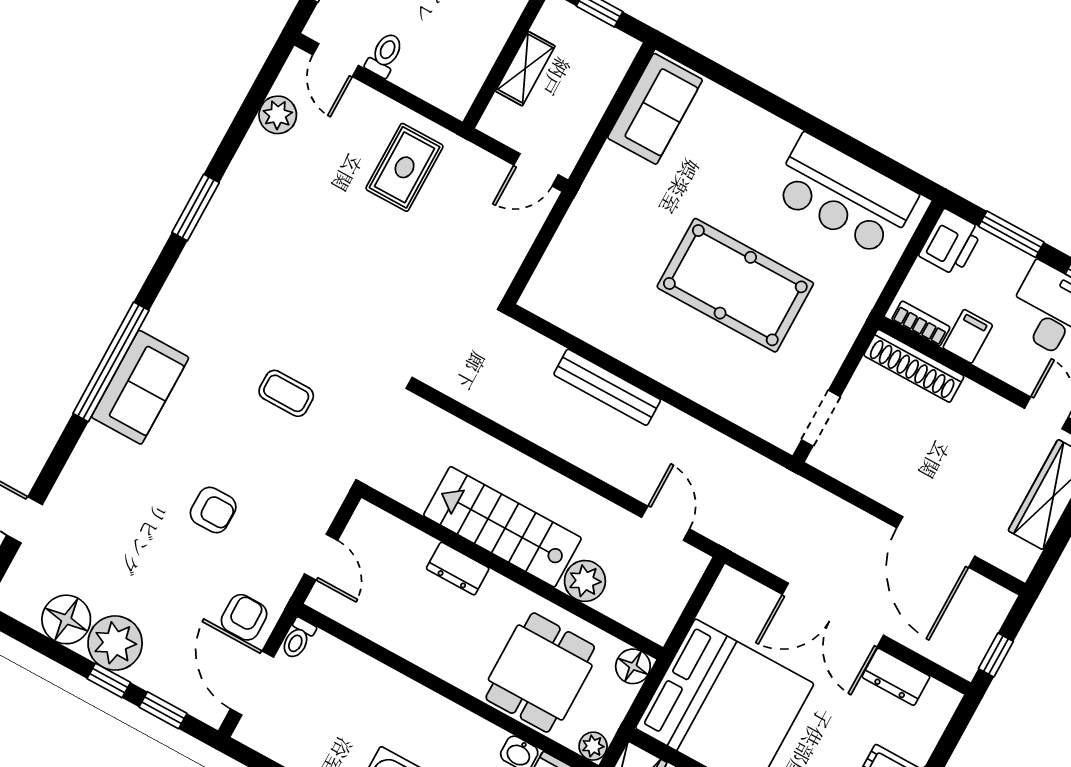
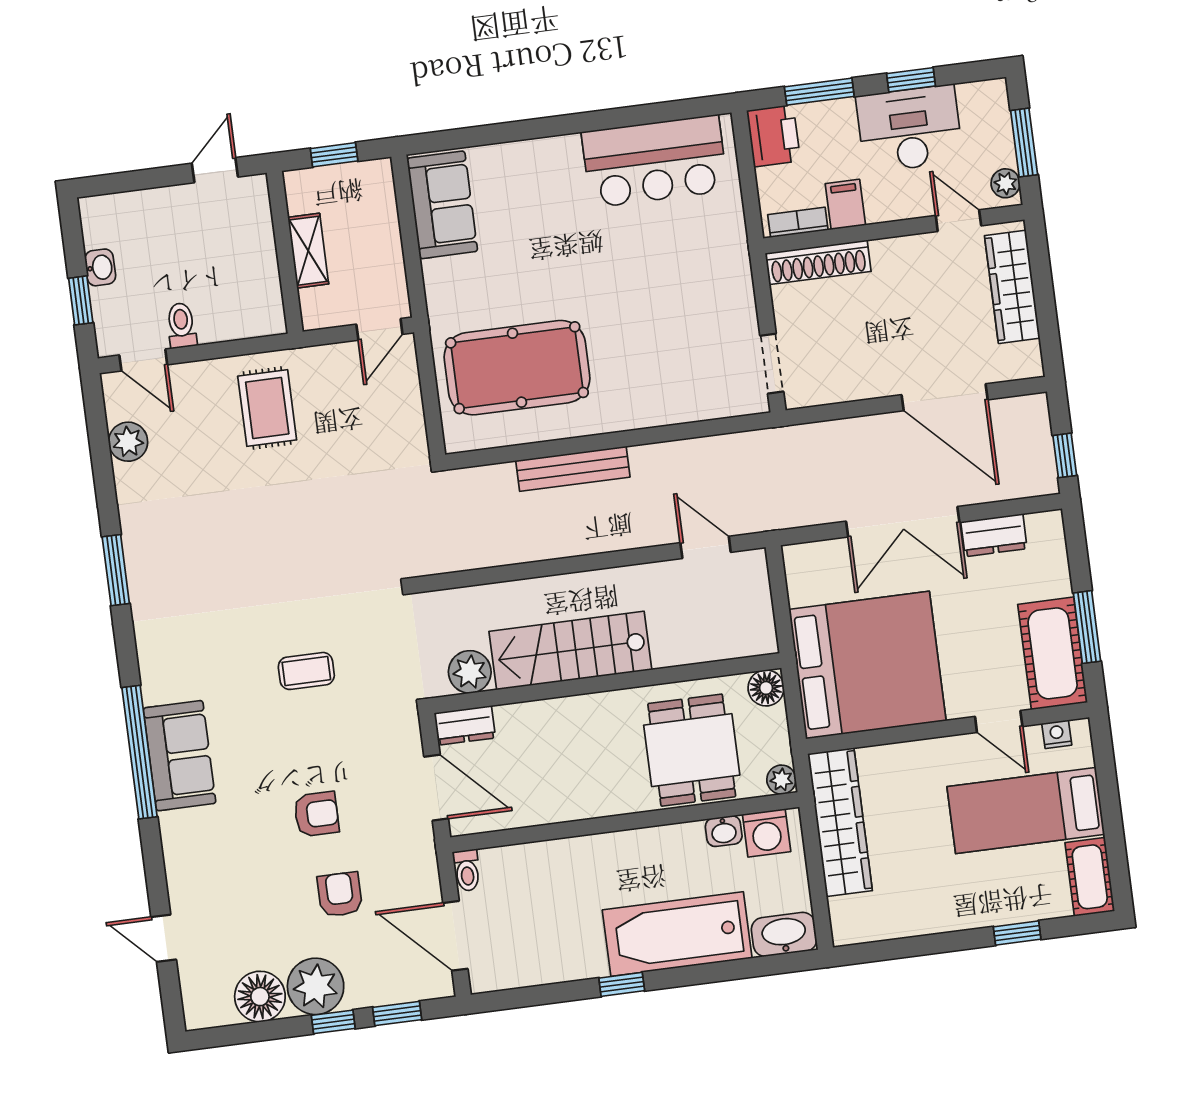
pool table: (735, 285) -> (517, 368), moved
door: (321, 557) -> (436, 788), width x1.38
dresser: (458, 569) -> (465, 725), moved
plant: (585, 581) -> (470, 672), moved
armchair: (244, 617) -> (340, 895), moved

